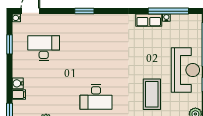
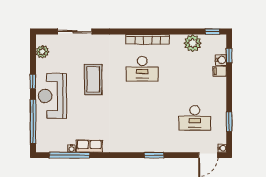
water cooler: (18, 83) -> (221, 60), moved
coffee table: (152, 94) -> (93, 79), moved
desk: (96, 97) -> (142, 69), turned 180

